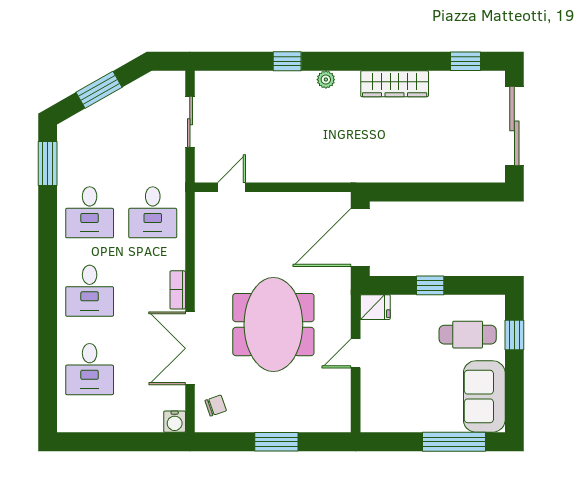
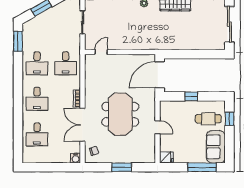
fridge: (375, 307) -> (166, 157), moved
door: (356, 353) -> (158, 127), swing flipped

